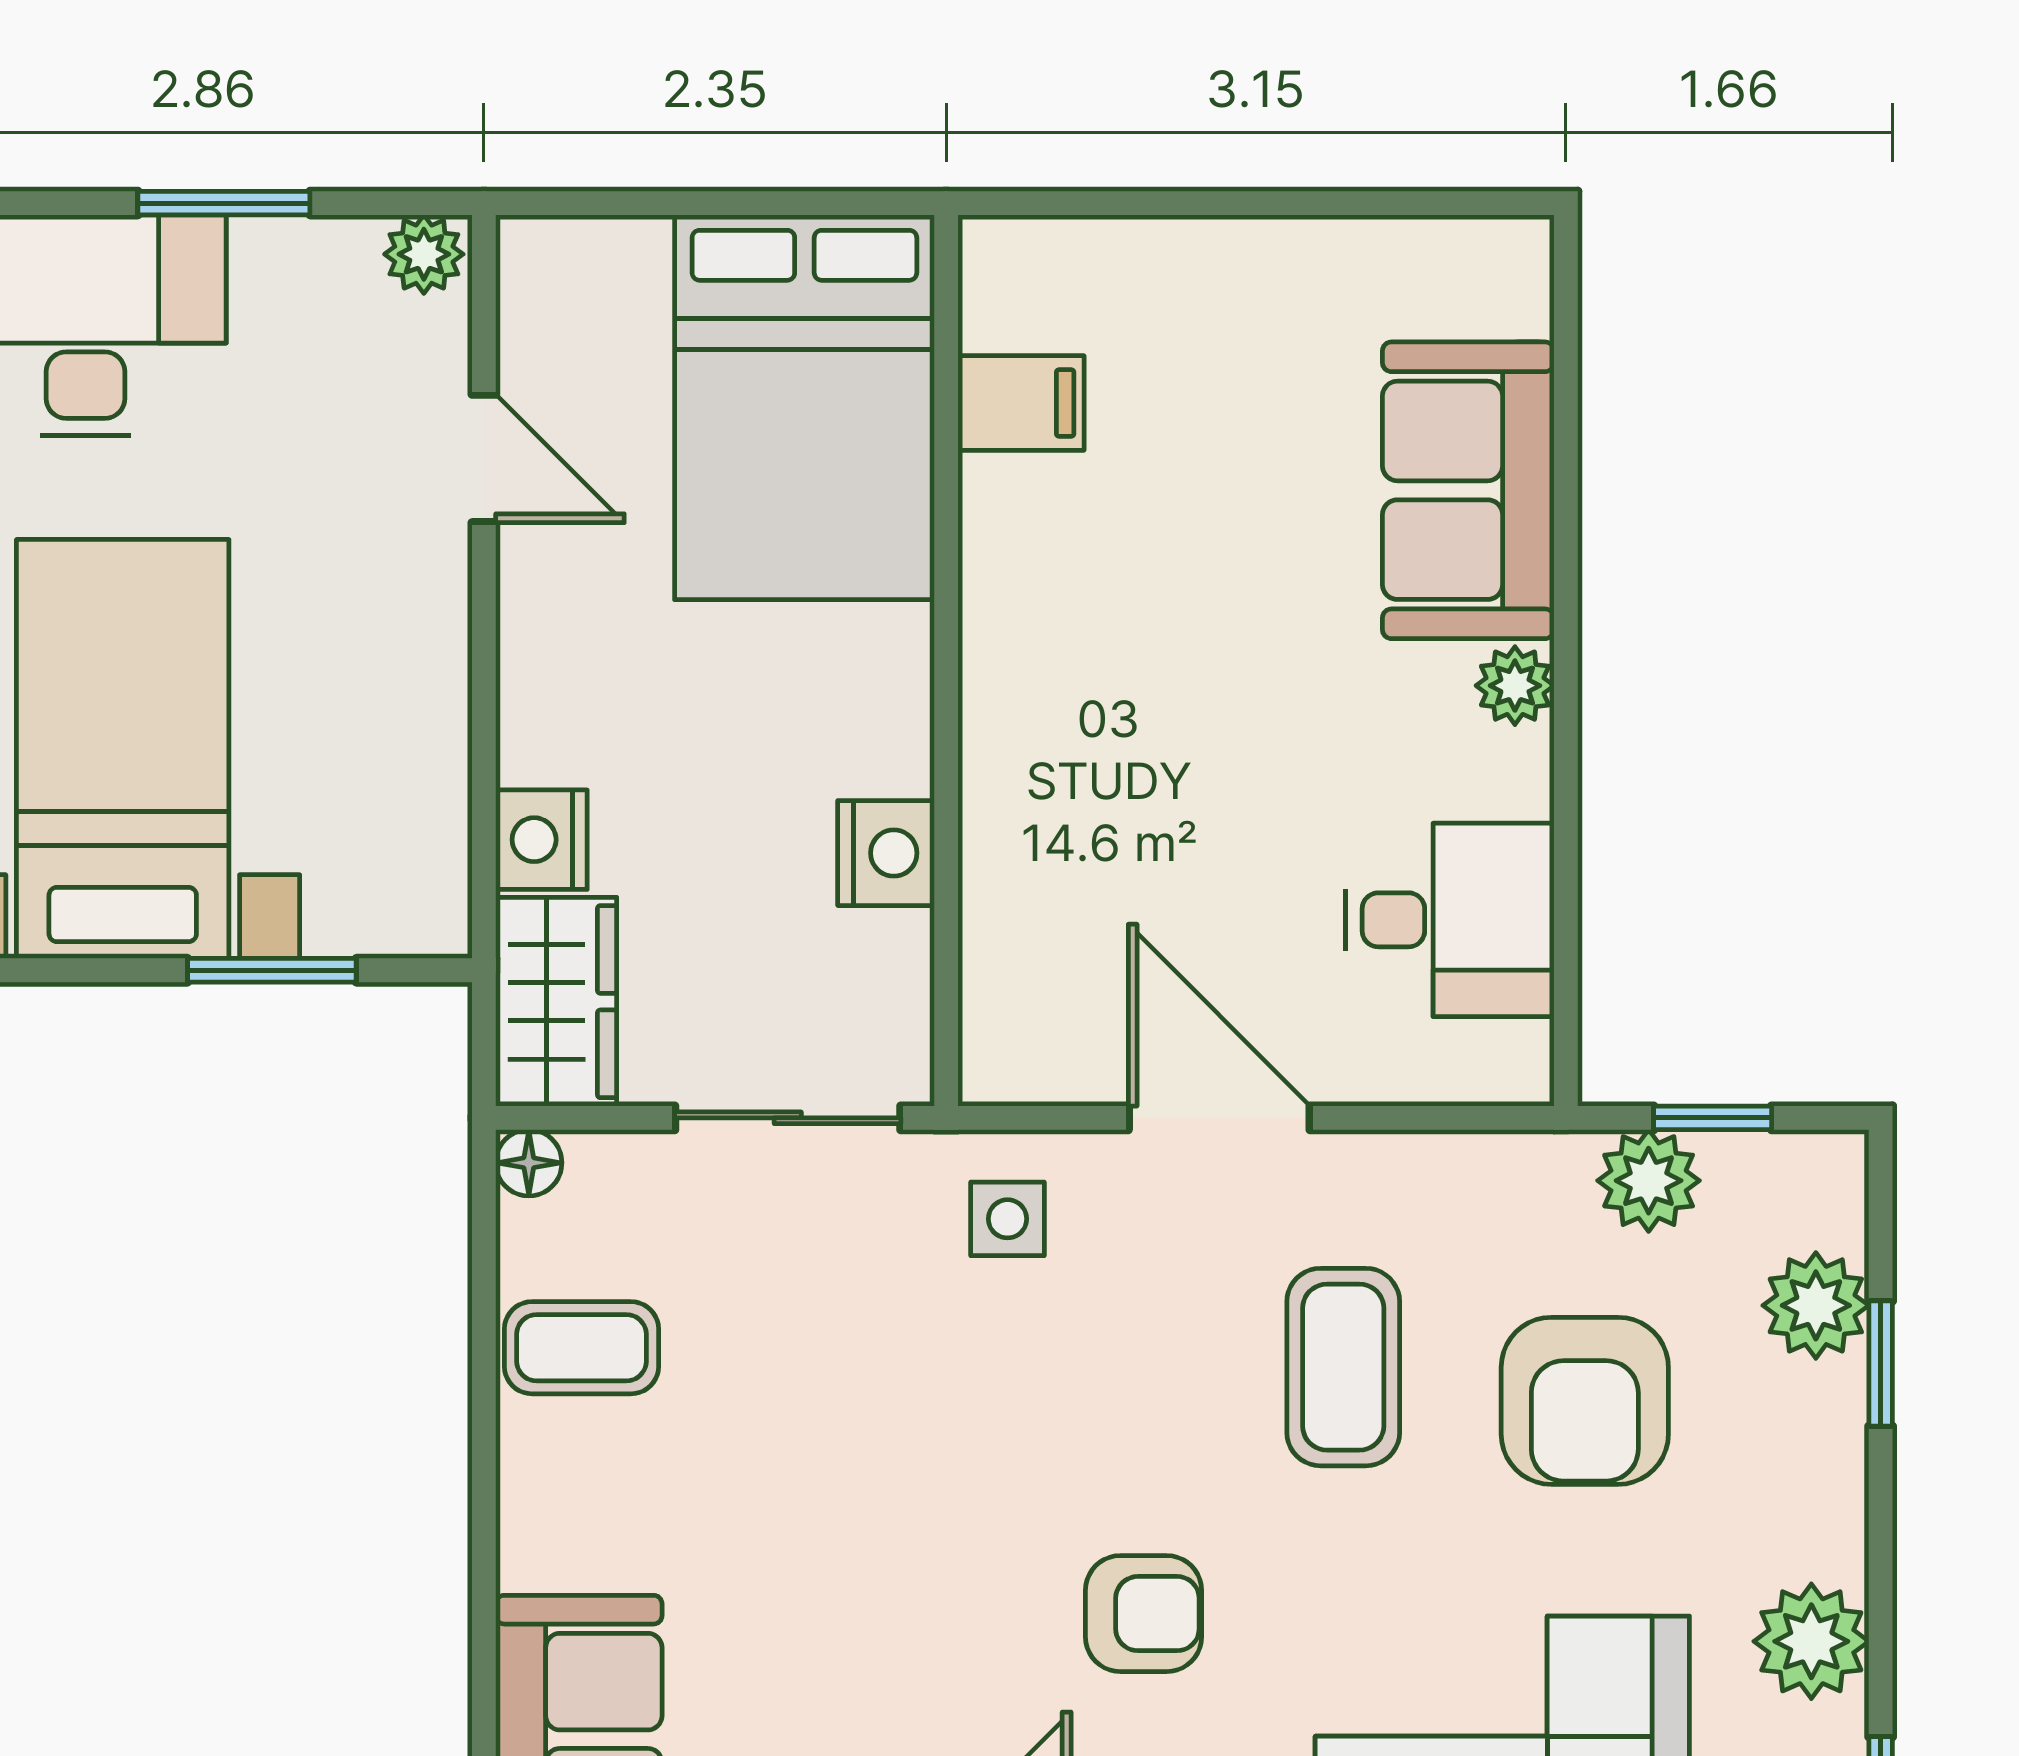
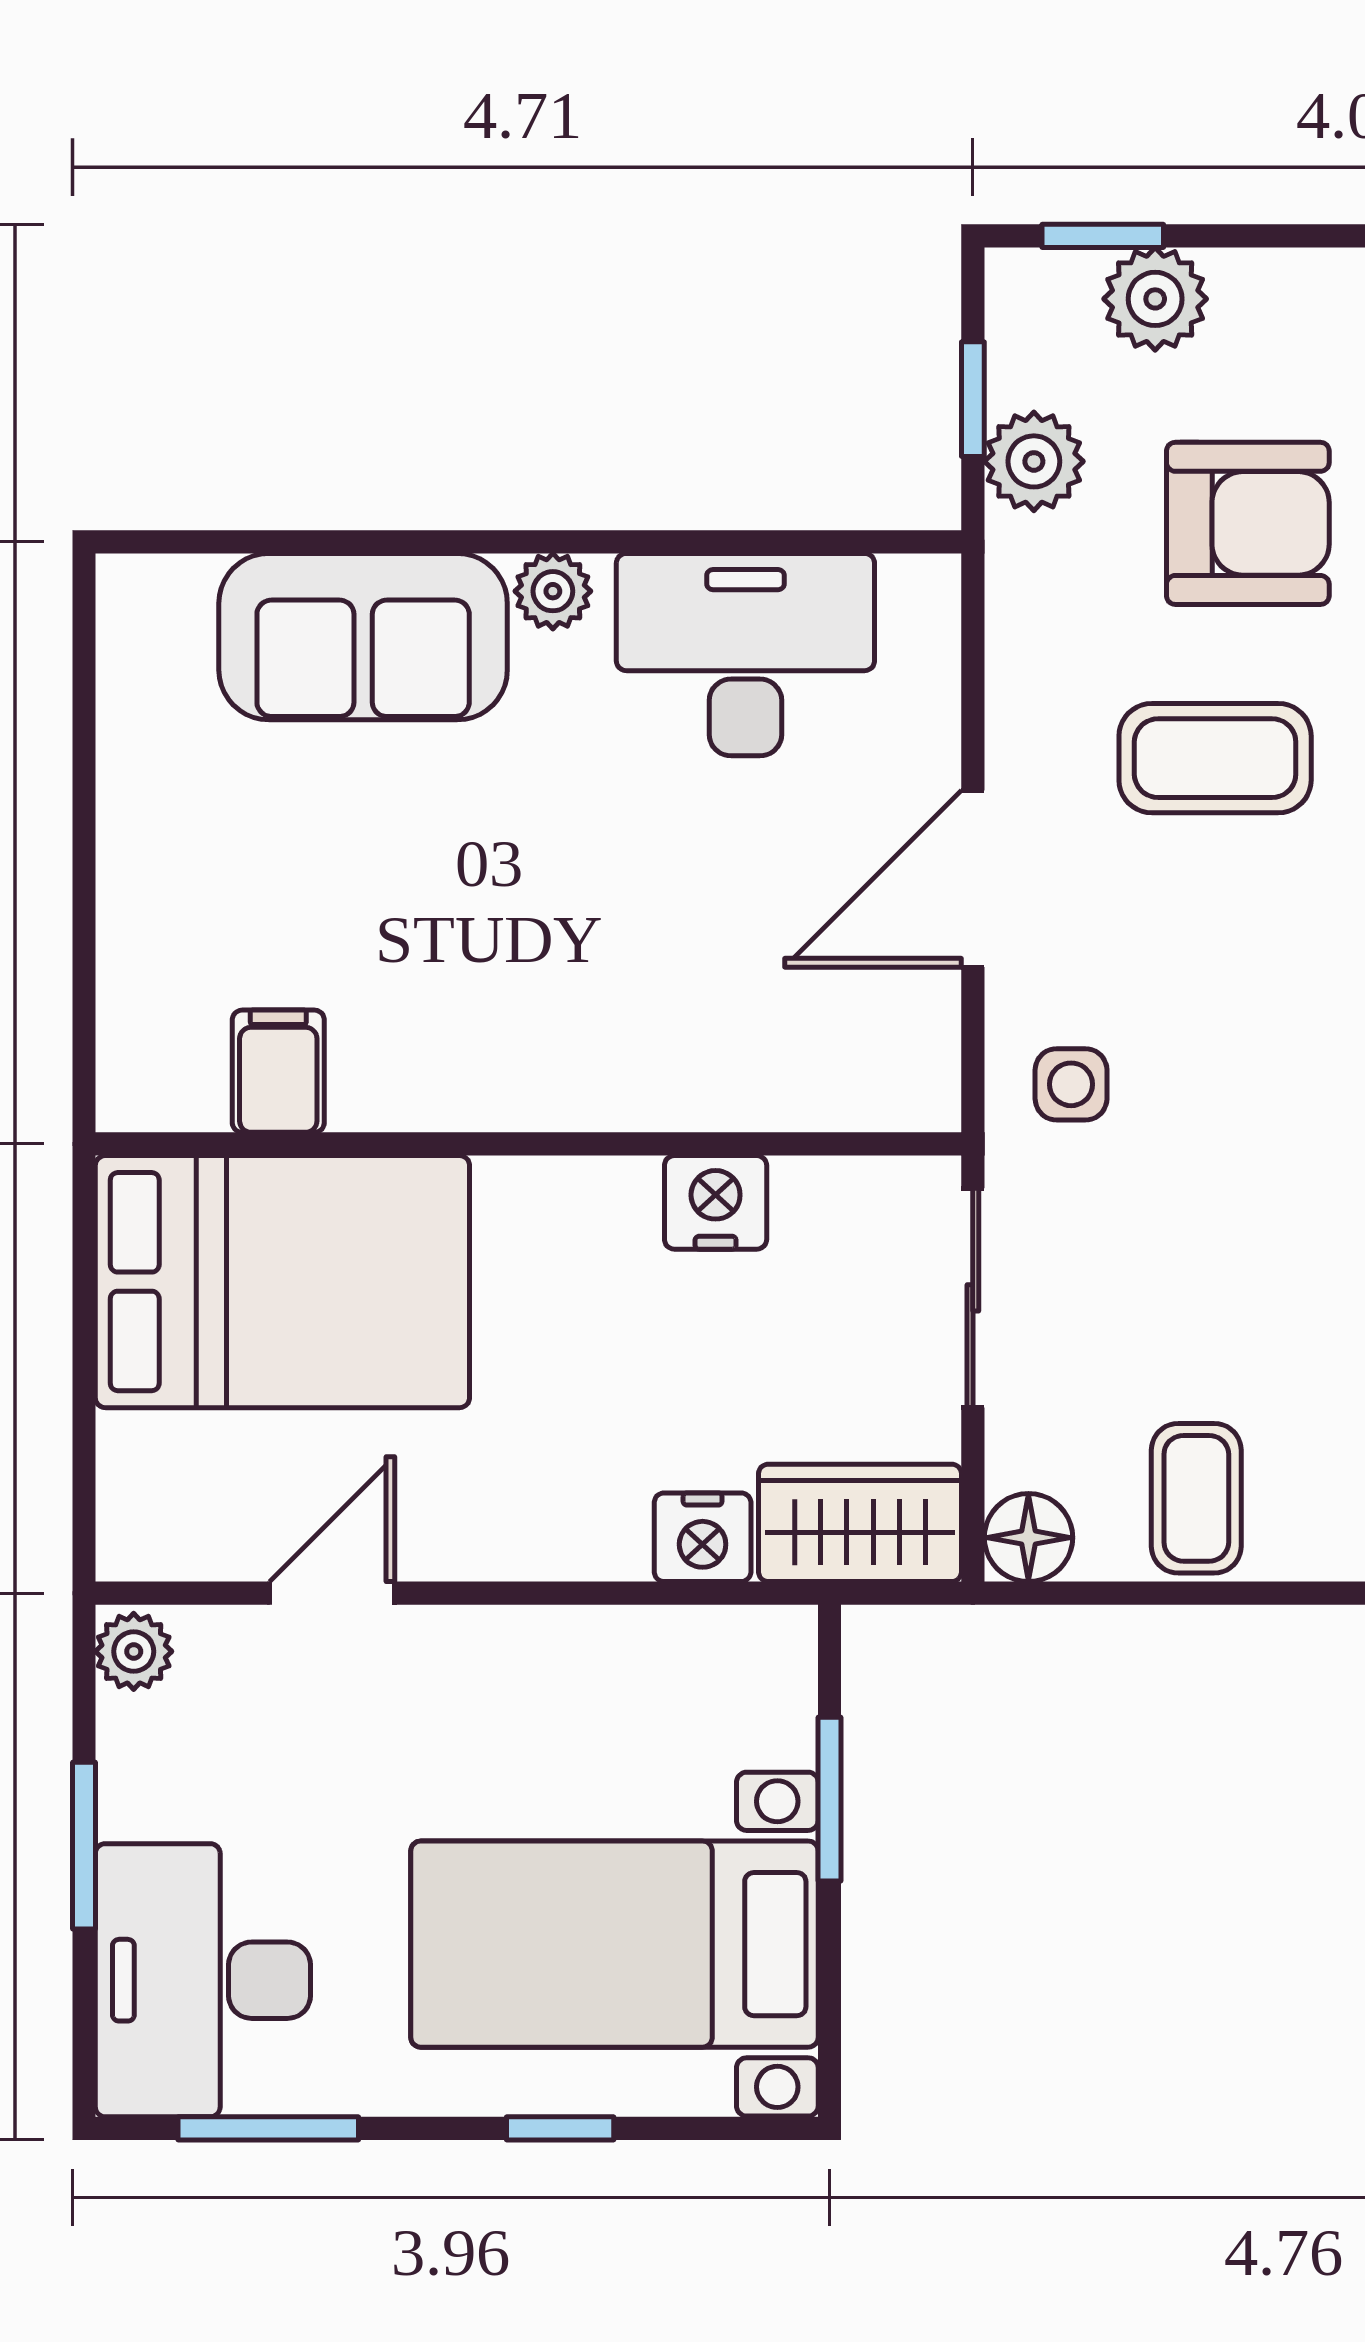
desk: (1450, 920) -> (745, 655), width x1.37
floor lamp: (529, 1163) -> (1028, 1538), width x1.37, depth x1.37
window: (1881, 1364) -> (1103, 236), moved

